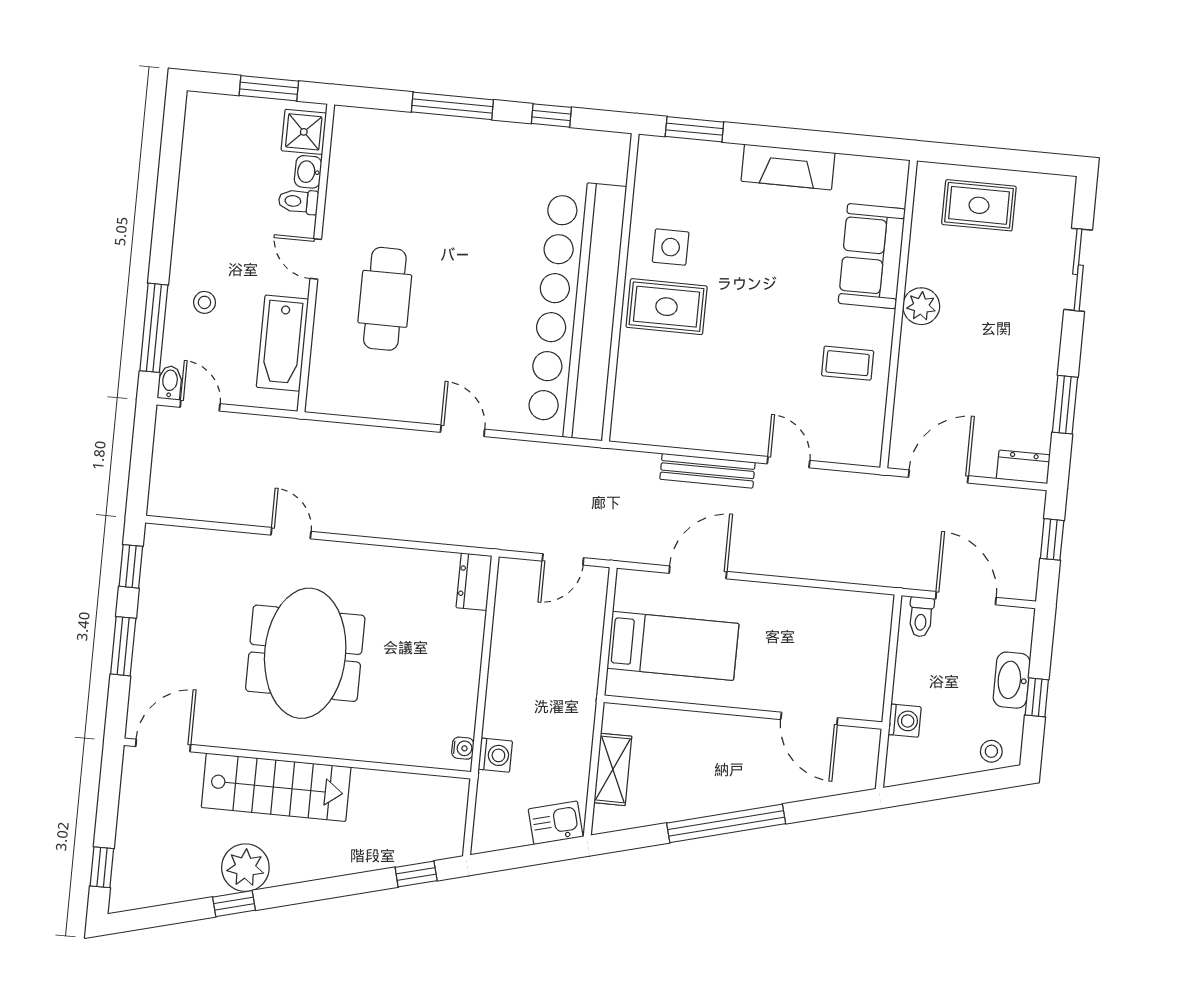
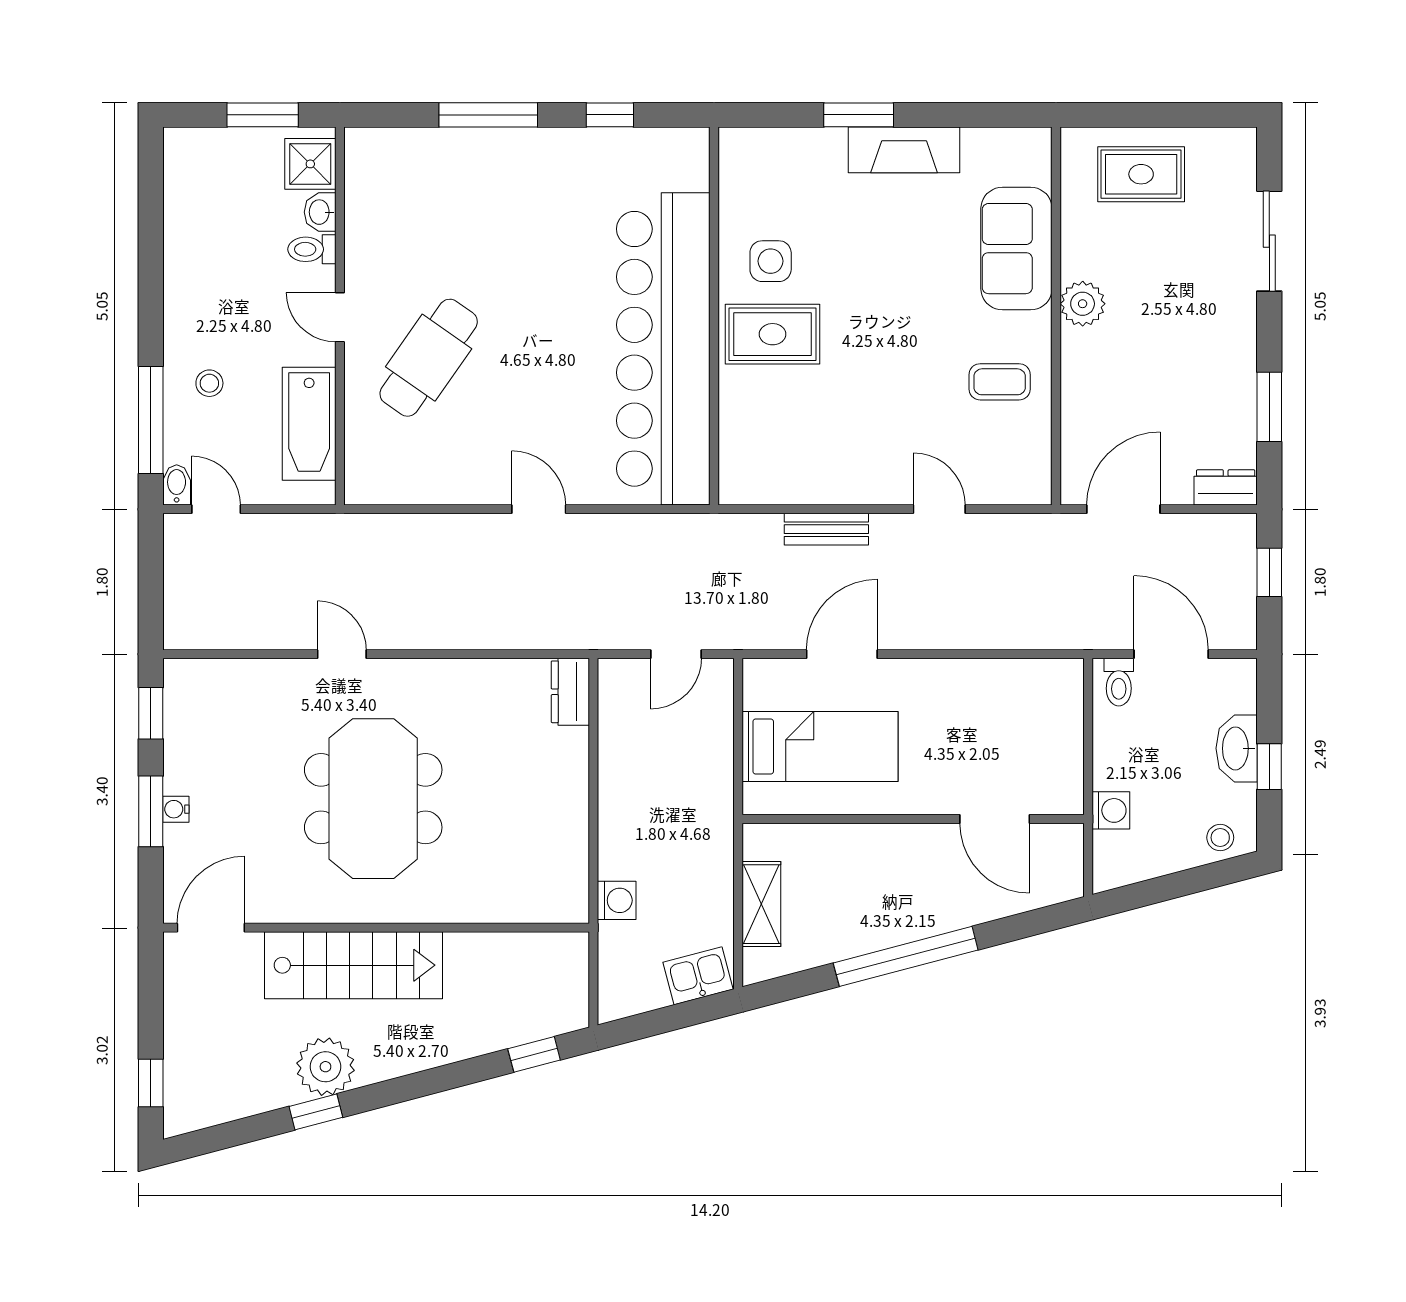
window: (694, 129) -> (859, 115), moved
cafe table: (385, 299) -> (429, 358), turned 35
bench: (707, 471) -> (826, 529), width x0.73
water cooler: (463, 748) -> (176, 809), moved, turned 180

